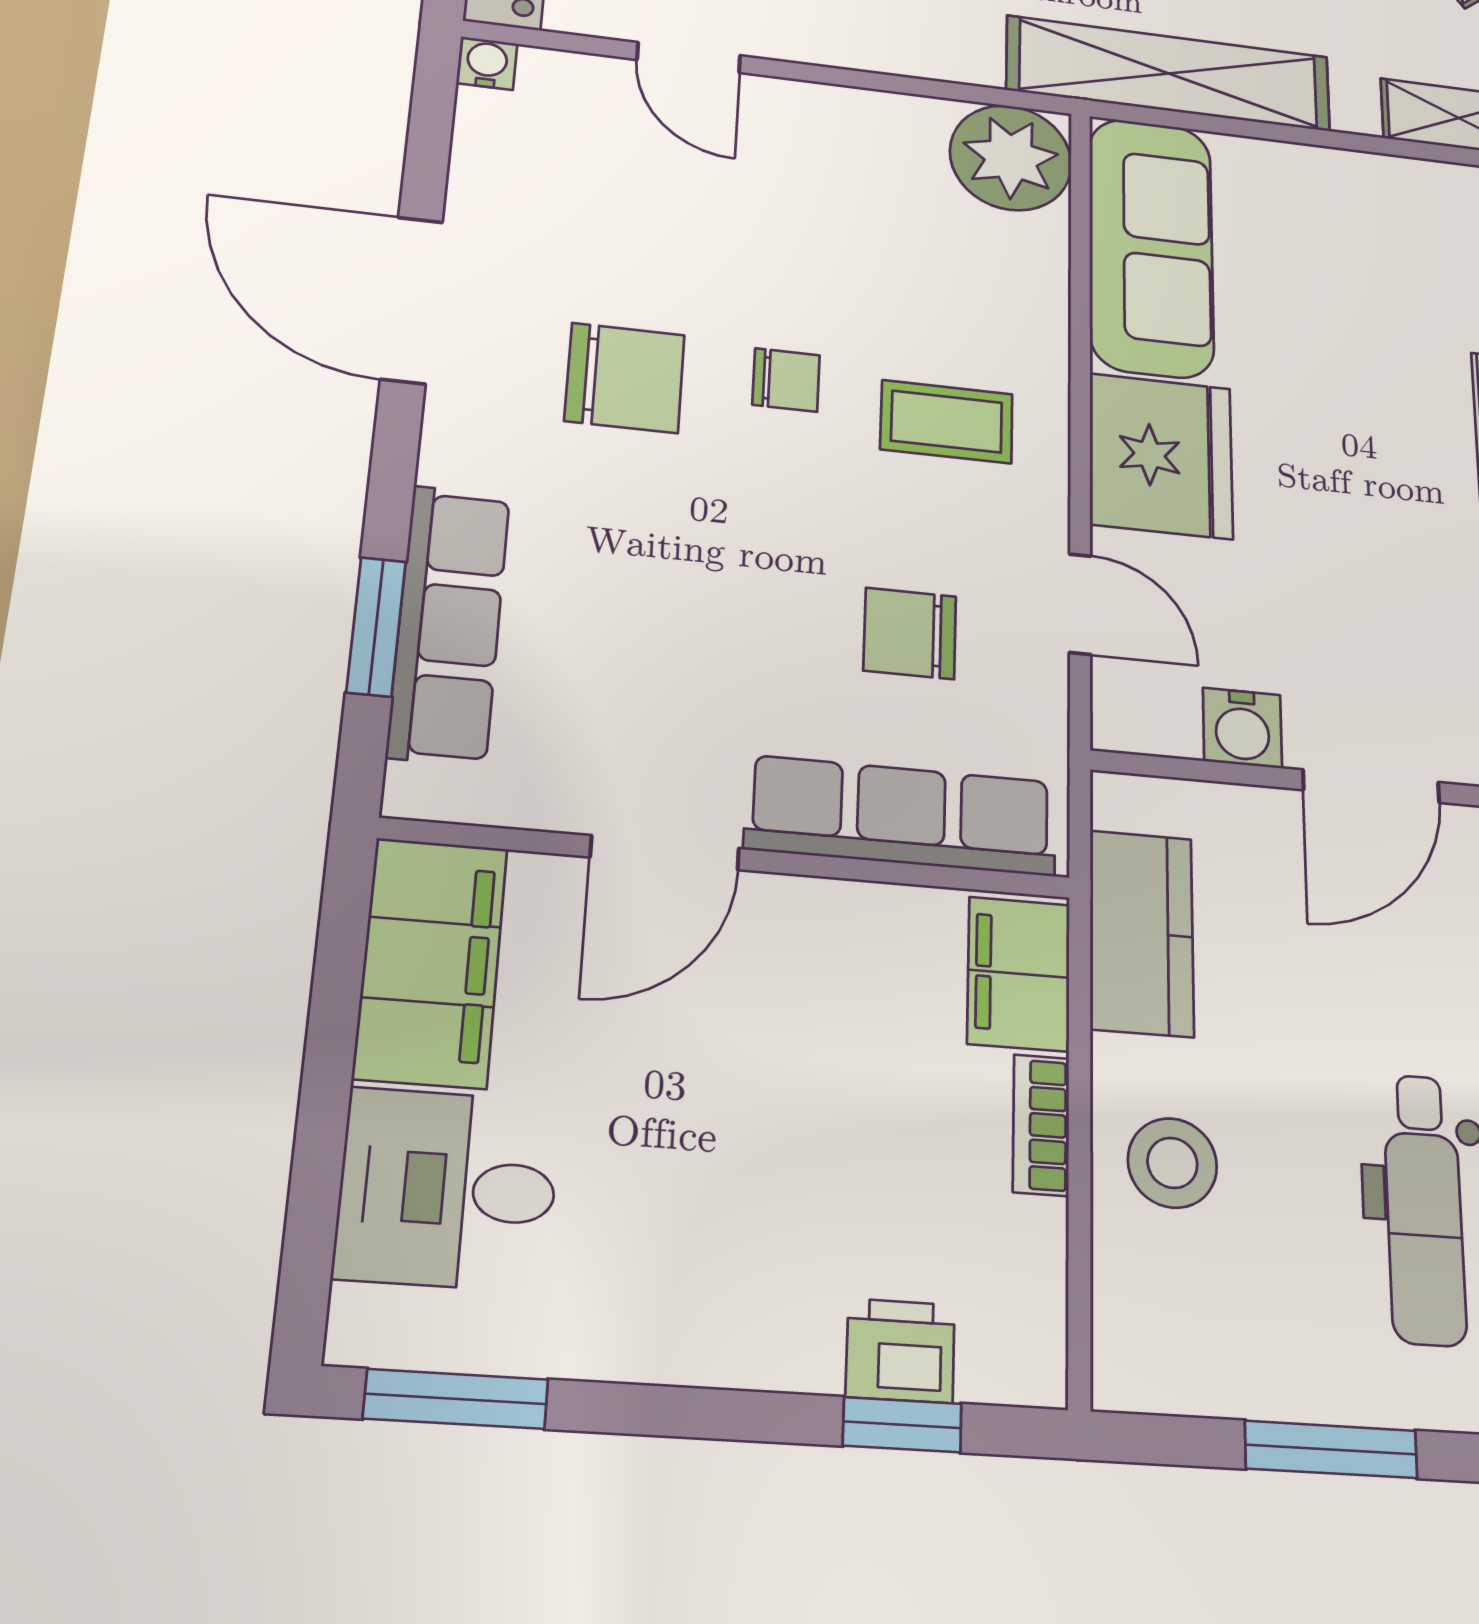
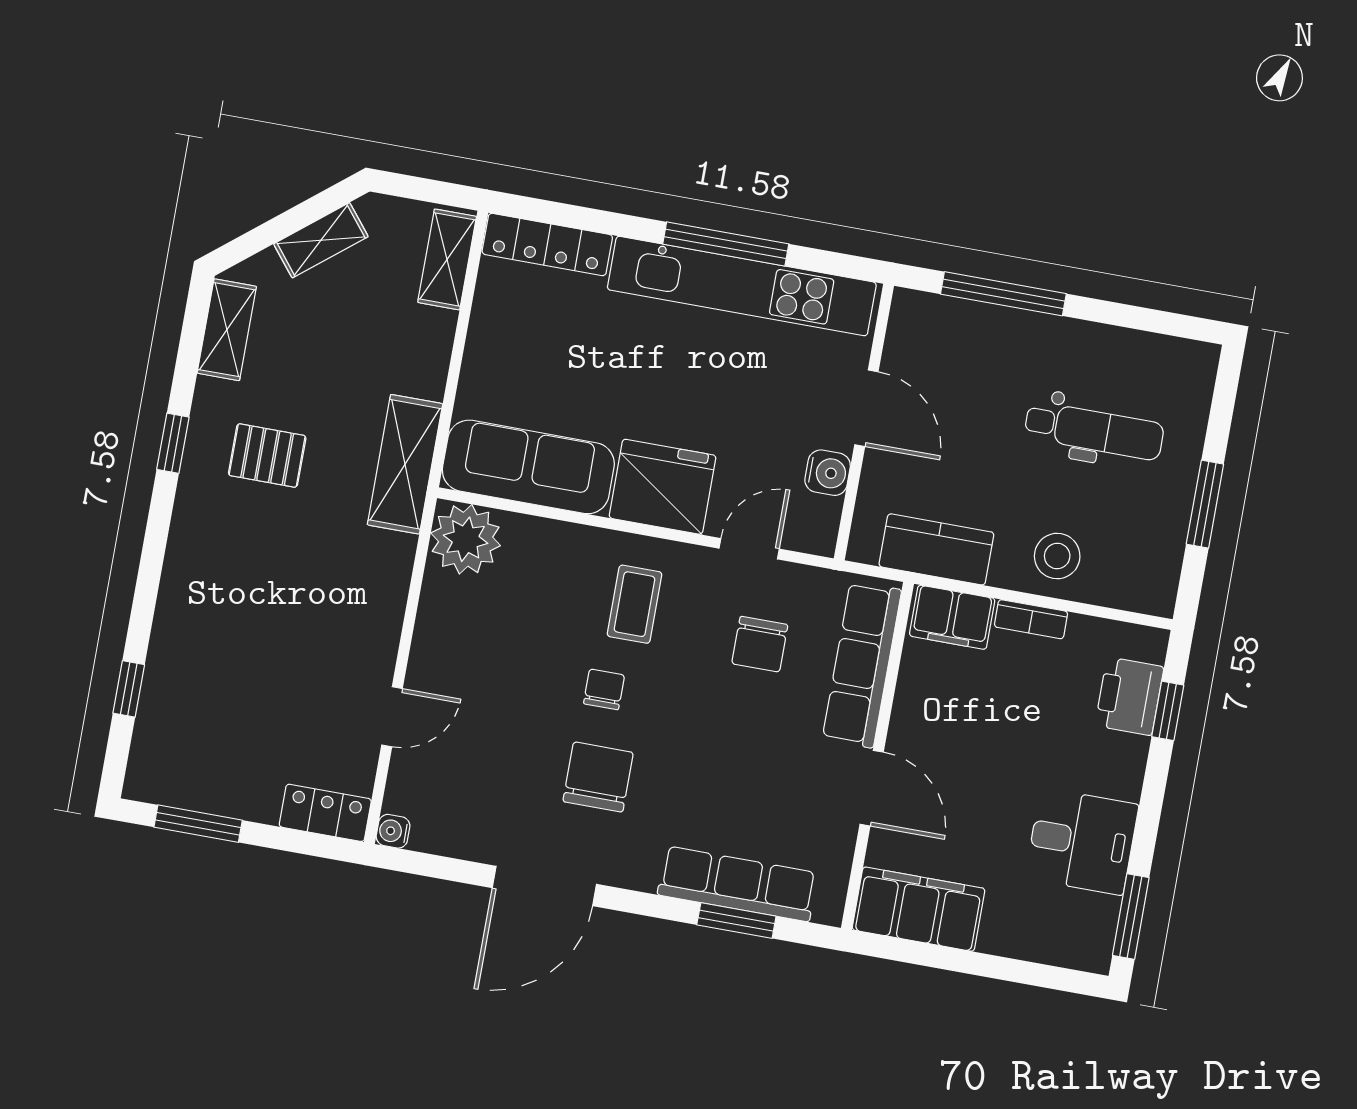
shelving: (1169, 73) -> (405, 464), width x0.68
desk: (448, 1189) -> (1082, 841), moved, turned -90
printer: (900, 1351) -> (1129, 696), width x1.36, depth x1.24

